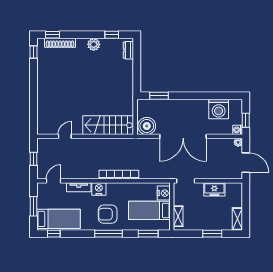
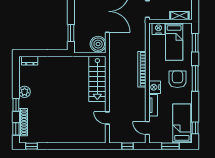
window: (112, 35) -> (16, 105), moved
armchair: (108, 214) -> (177, 79), turned 180

